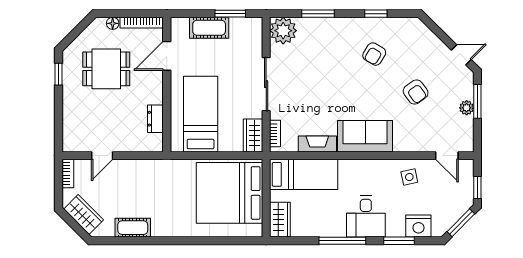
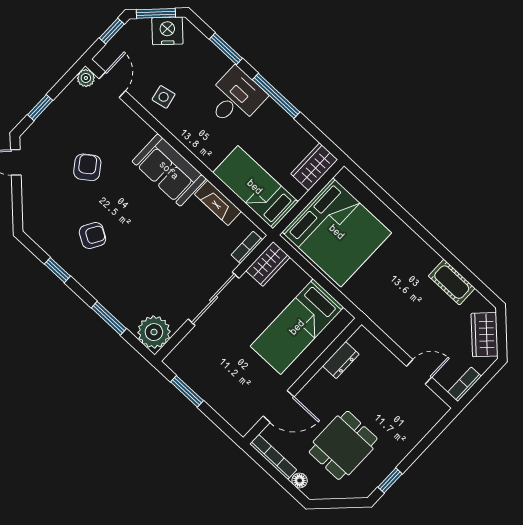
cot: (209, 28) -> (217, 396), removed
dining table: (106, 69) -> (343, 445), turned 90
window: (477, 101) -> (40, 108), width x0.67
plant: (467, 108) -> (86, 78), moved
nightstand: (418, 226) -> (167, 31), moved, turned -45

